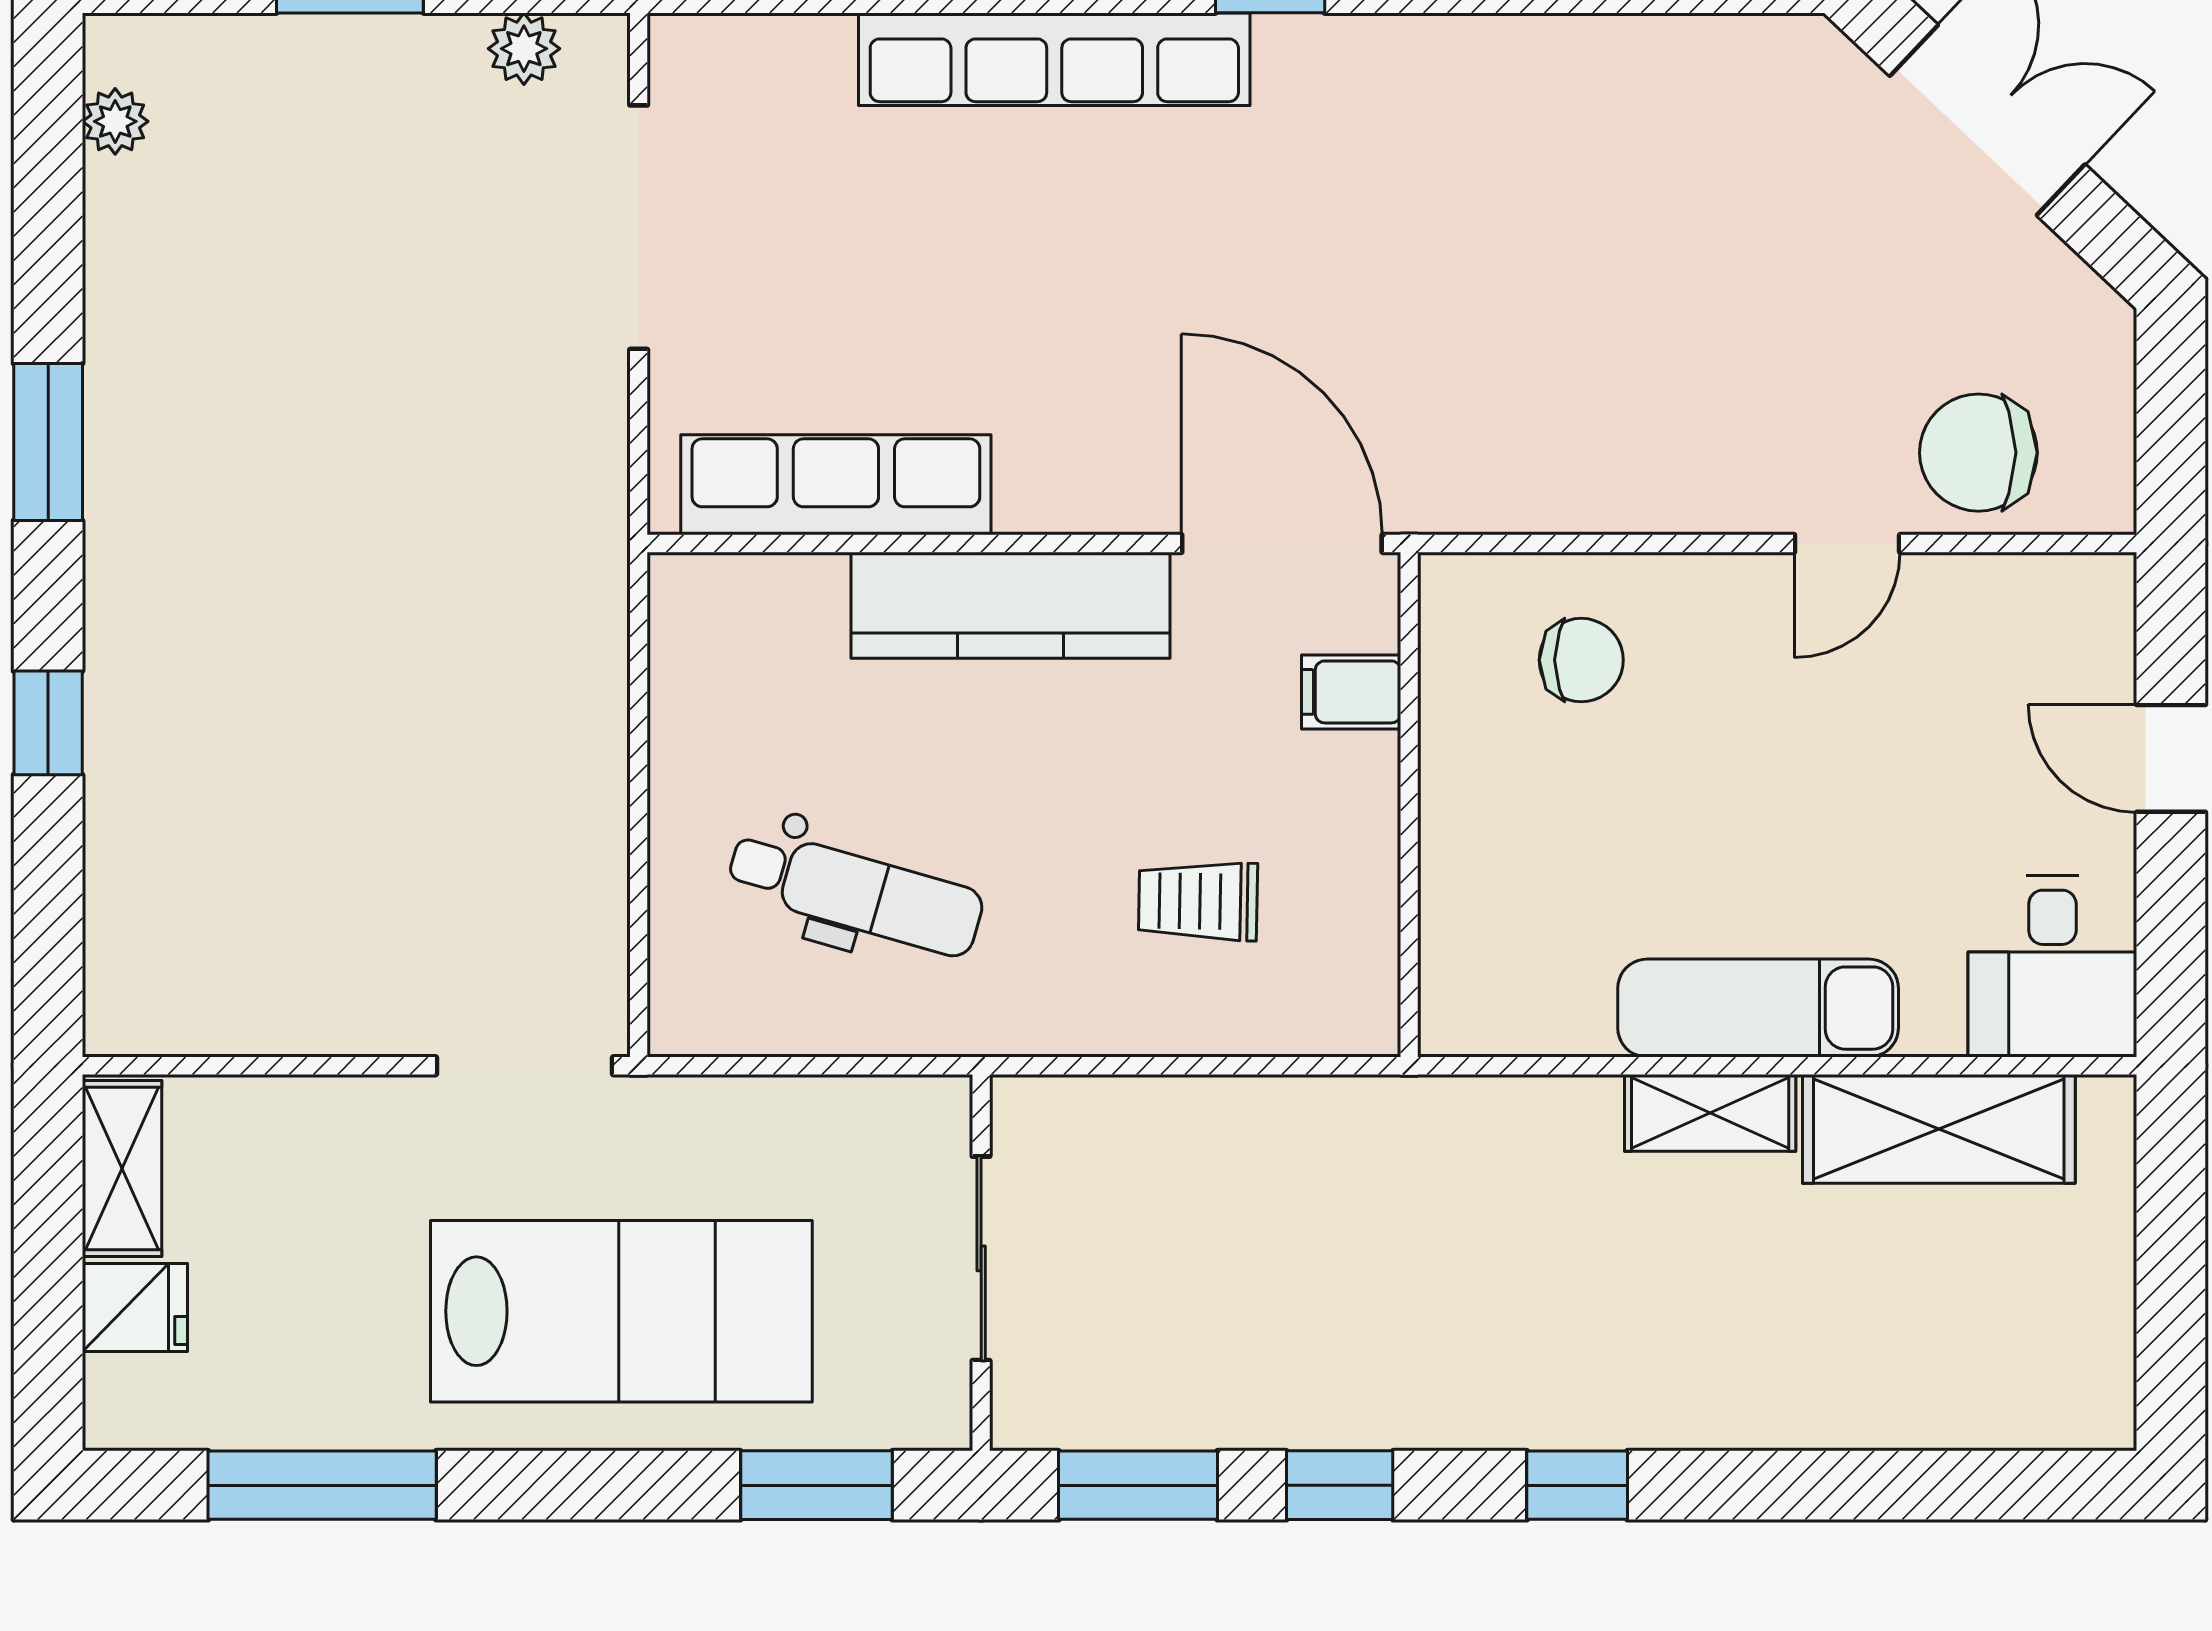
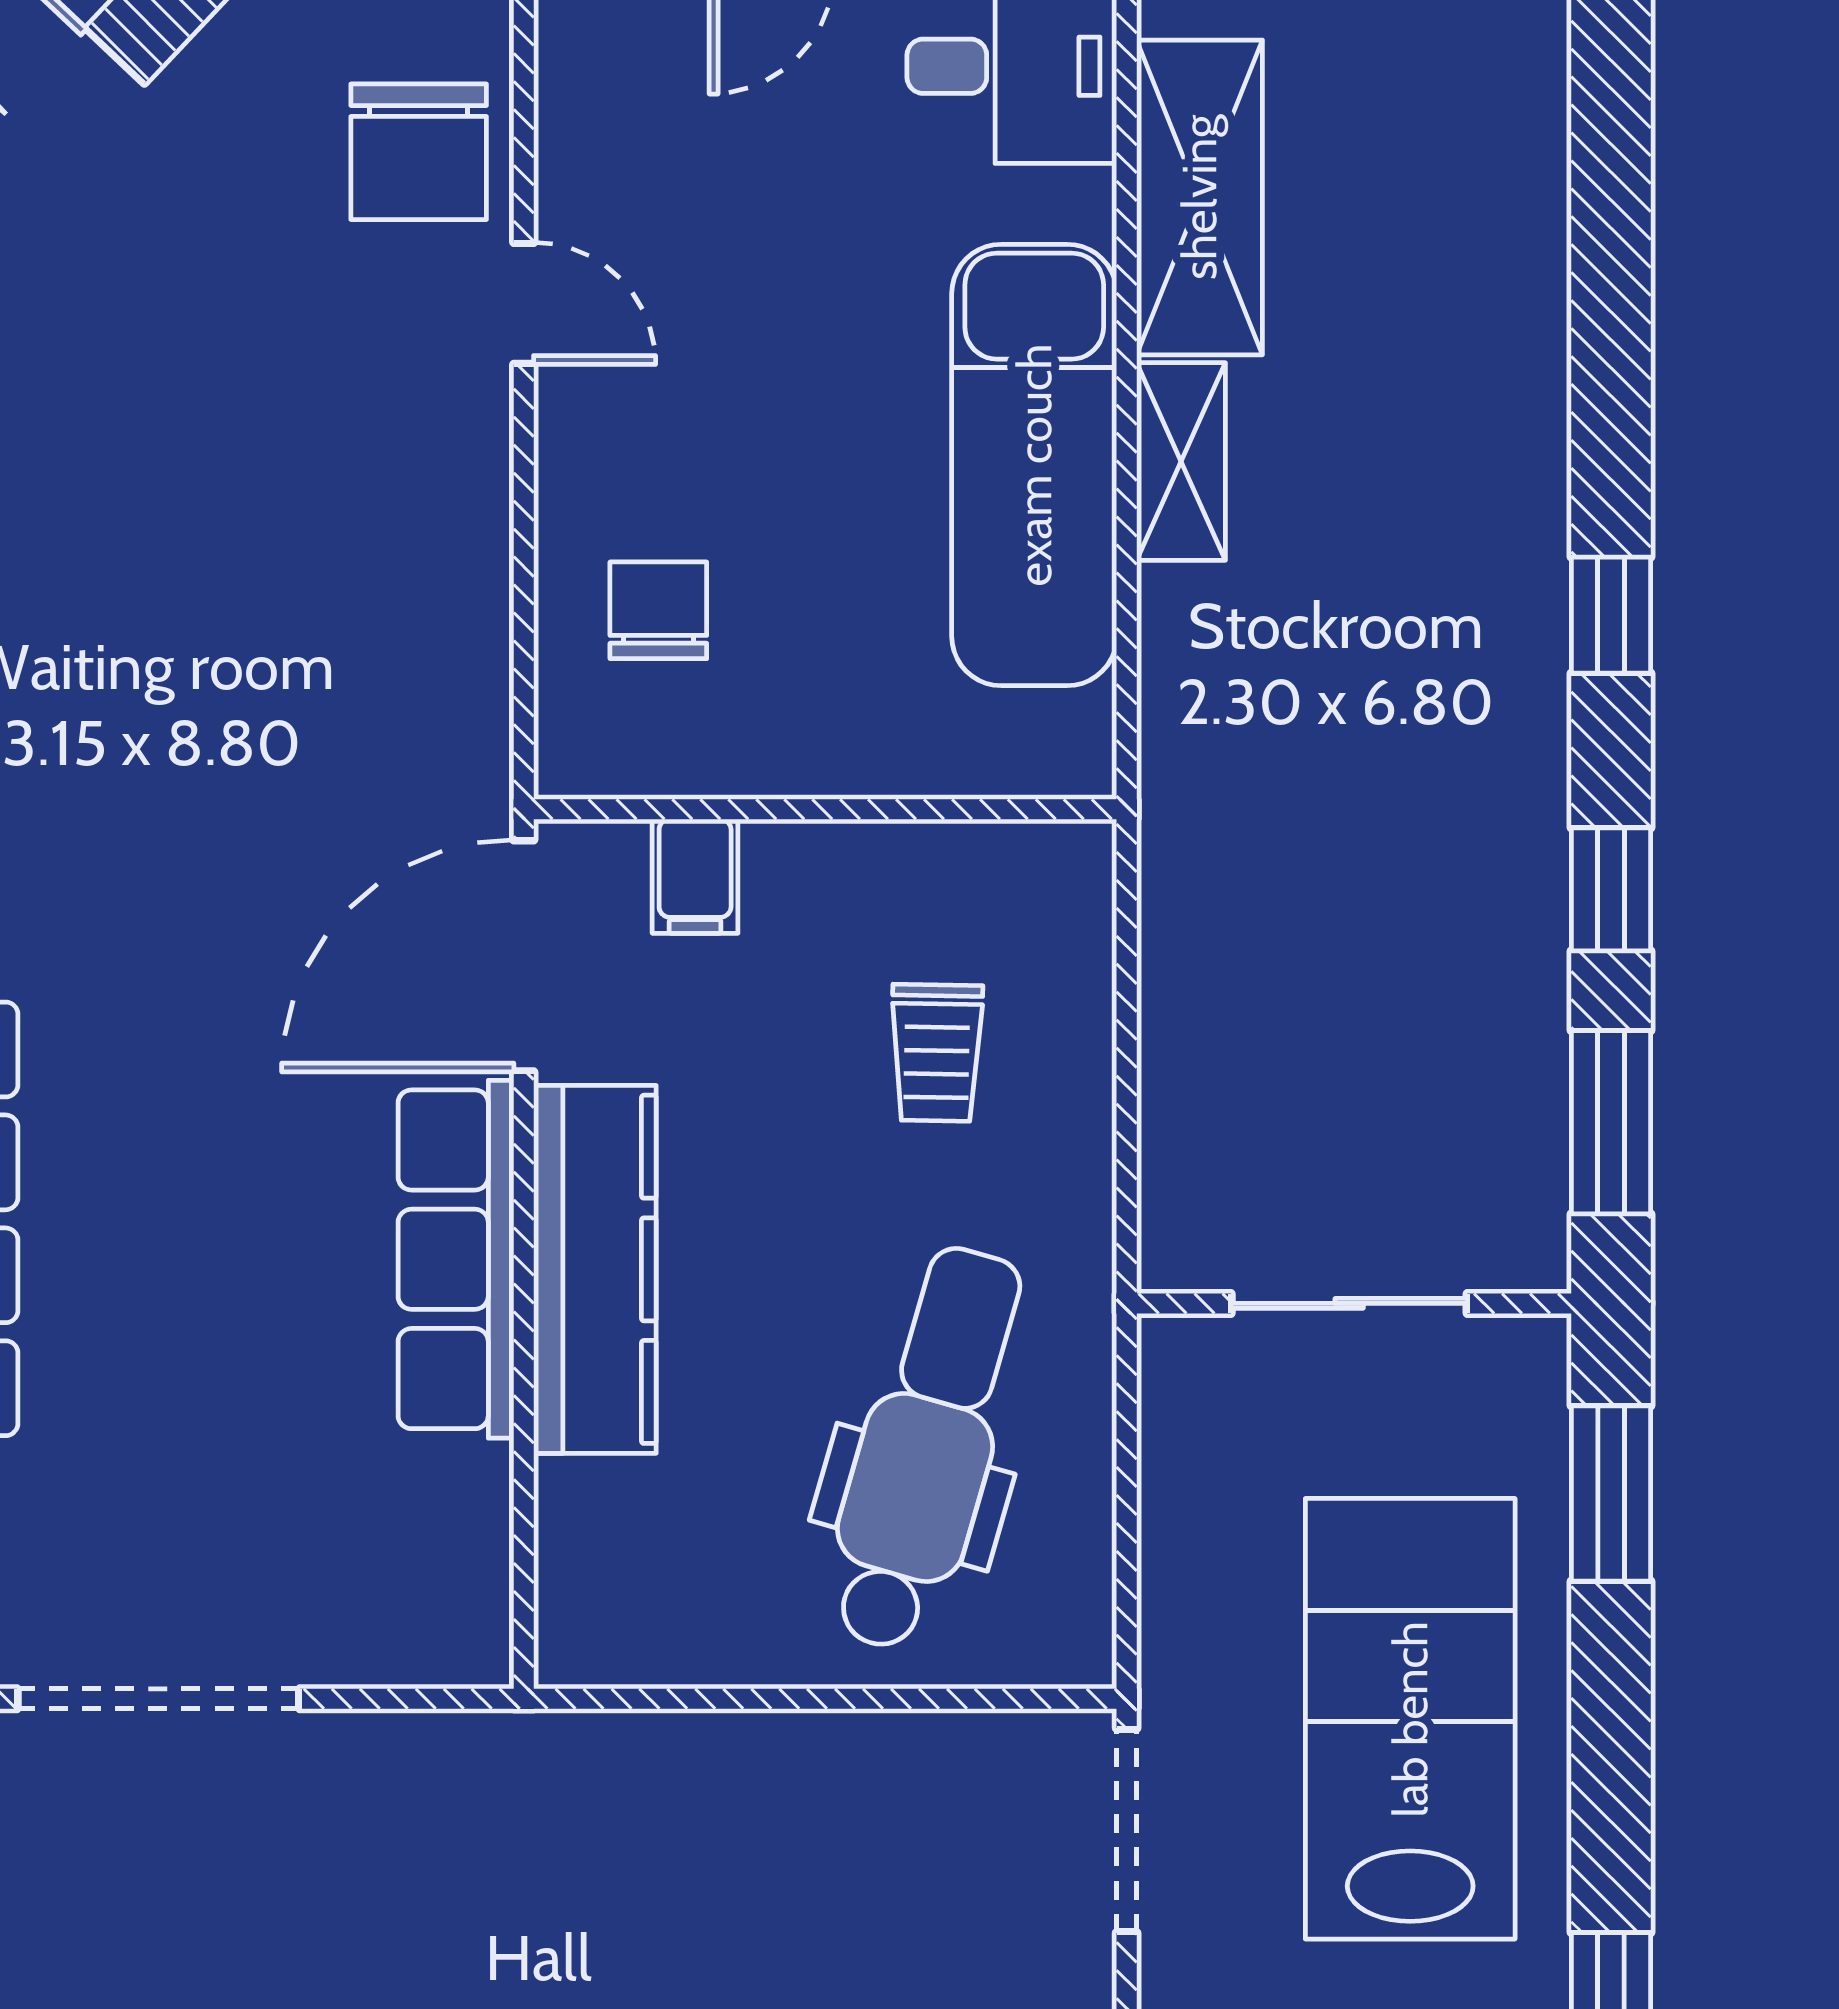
row of seats: (836, 485) -> (456, 1259), moved
dental chair: (855, 892) -> (926, 1449), width x1.36, depth x1.38
exam couch: (1758, 1008) -> (1034, 465), width x1.36, depth x1.45

